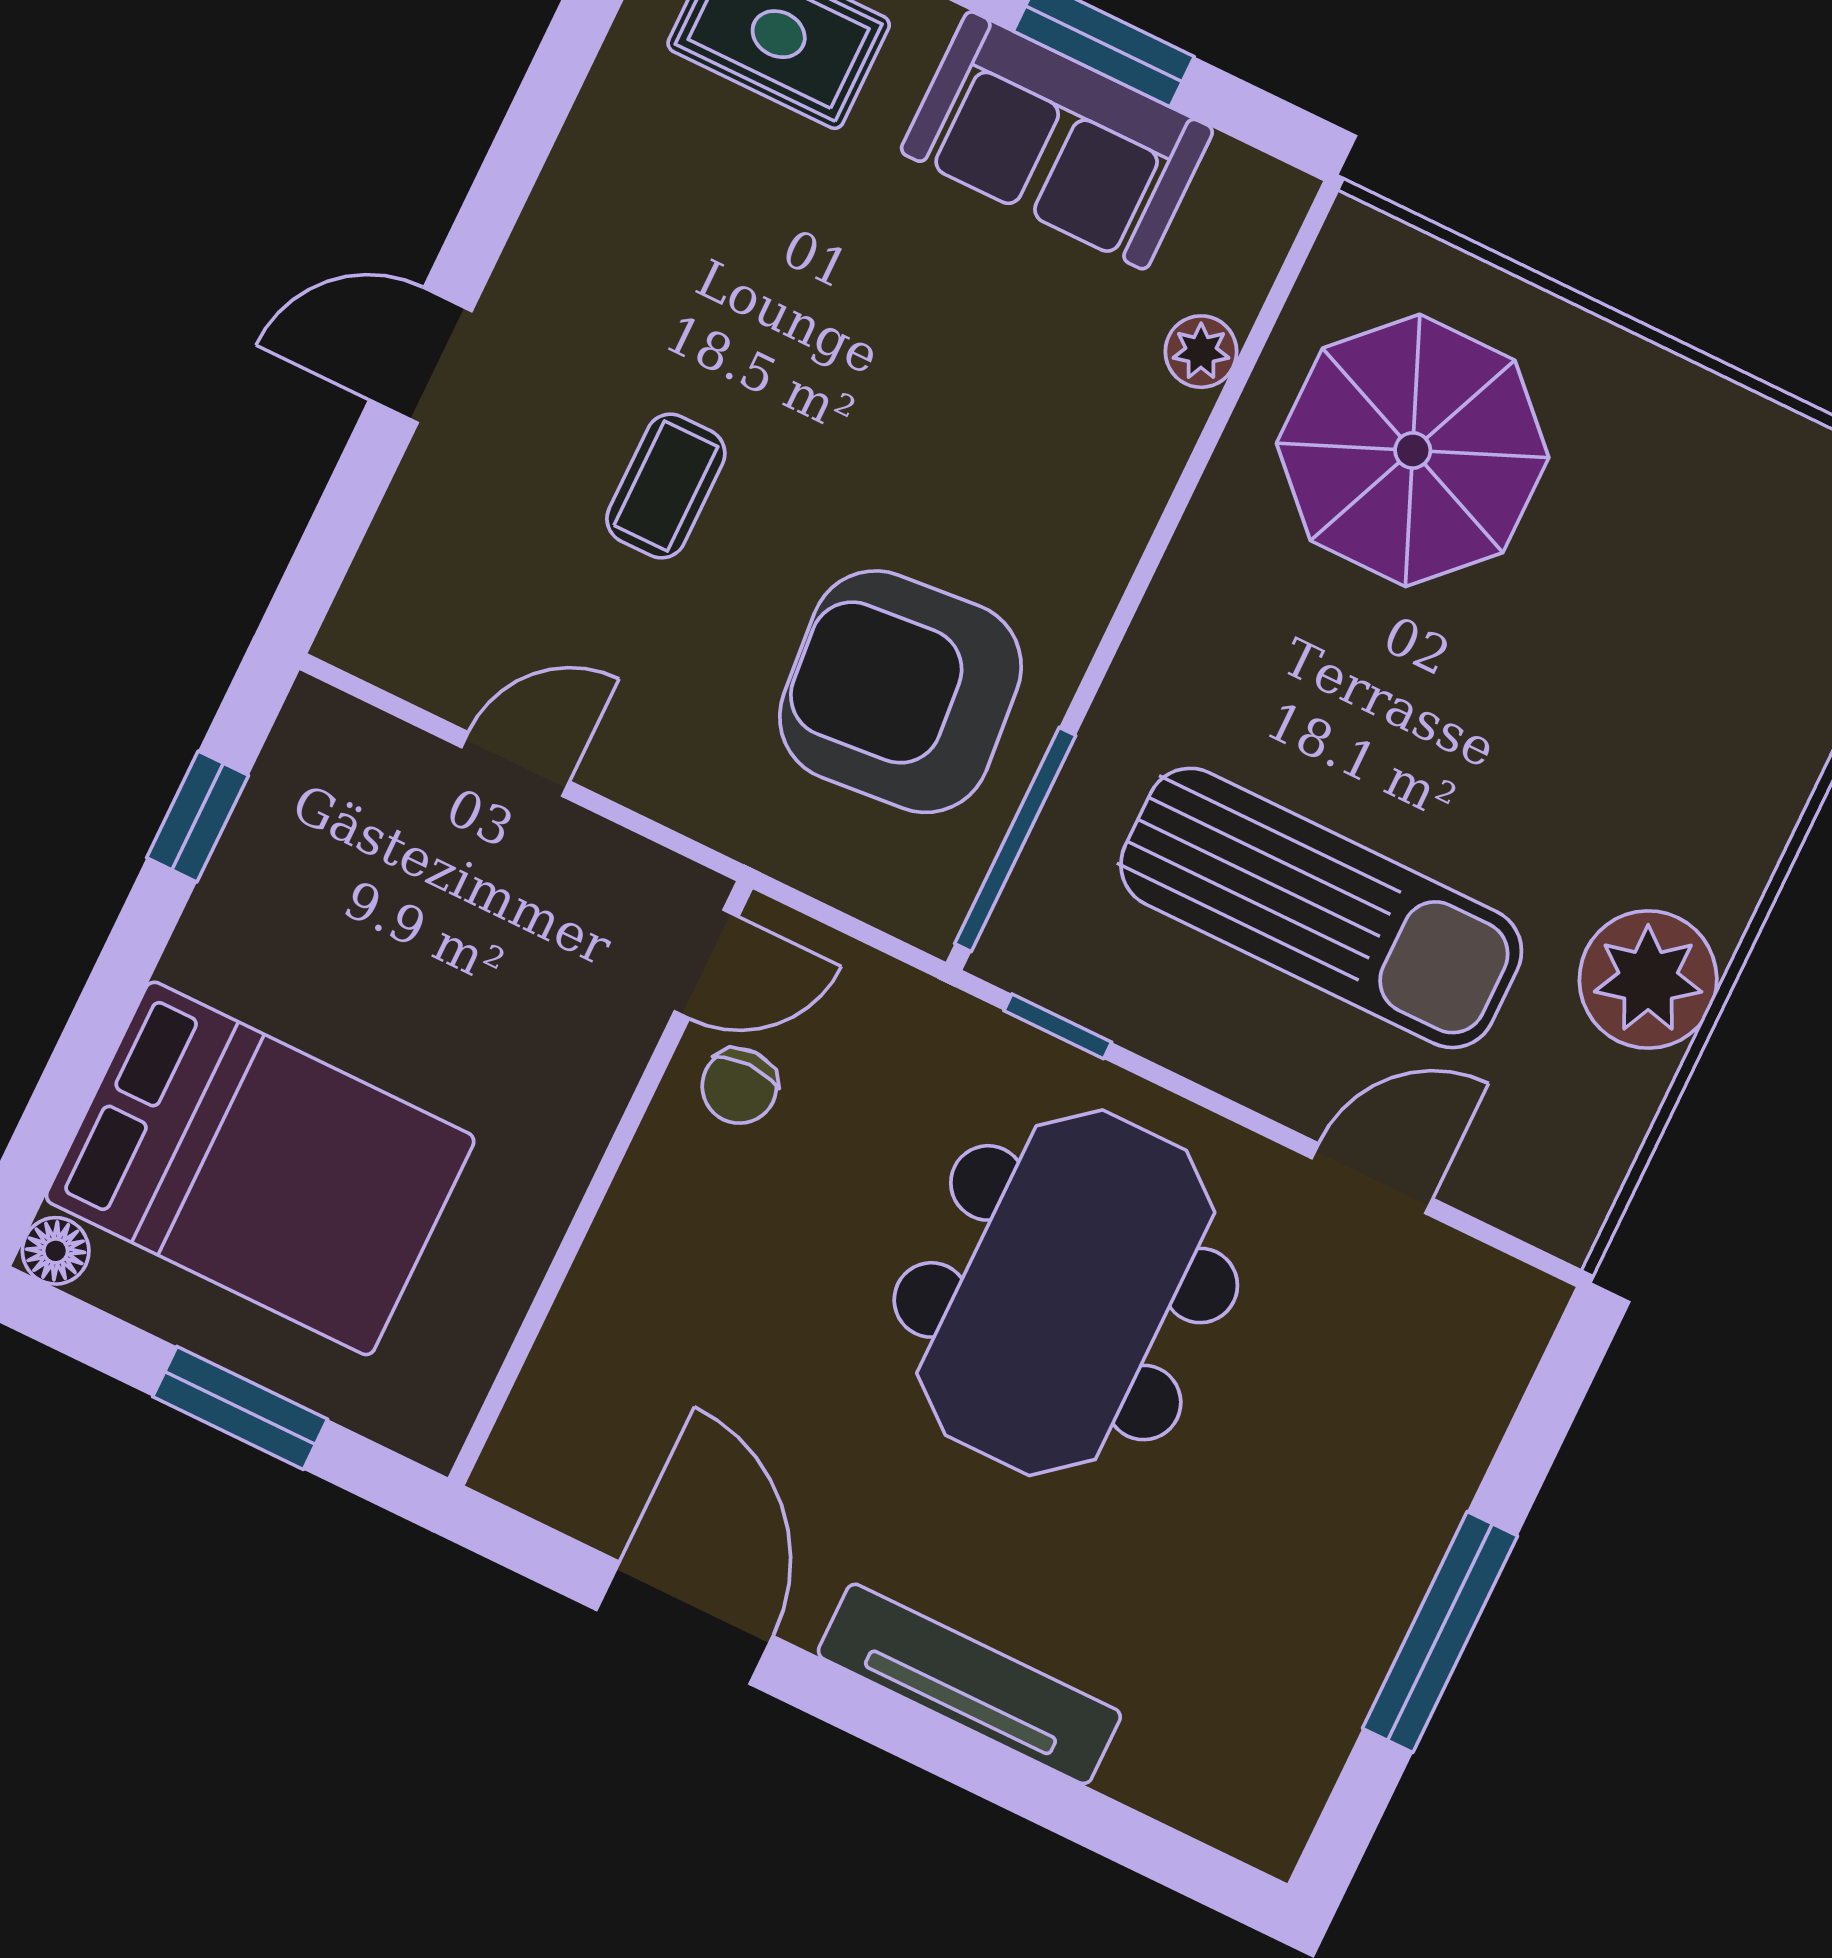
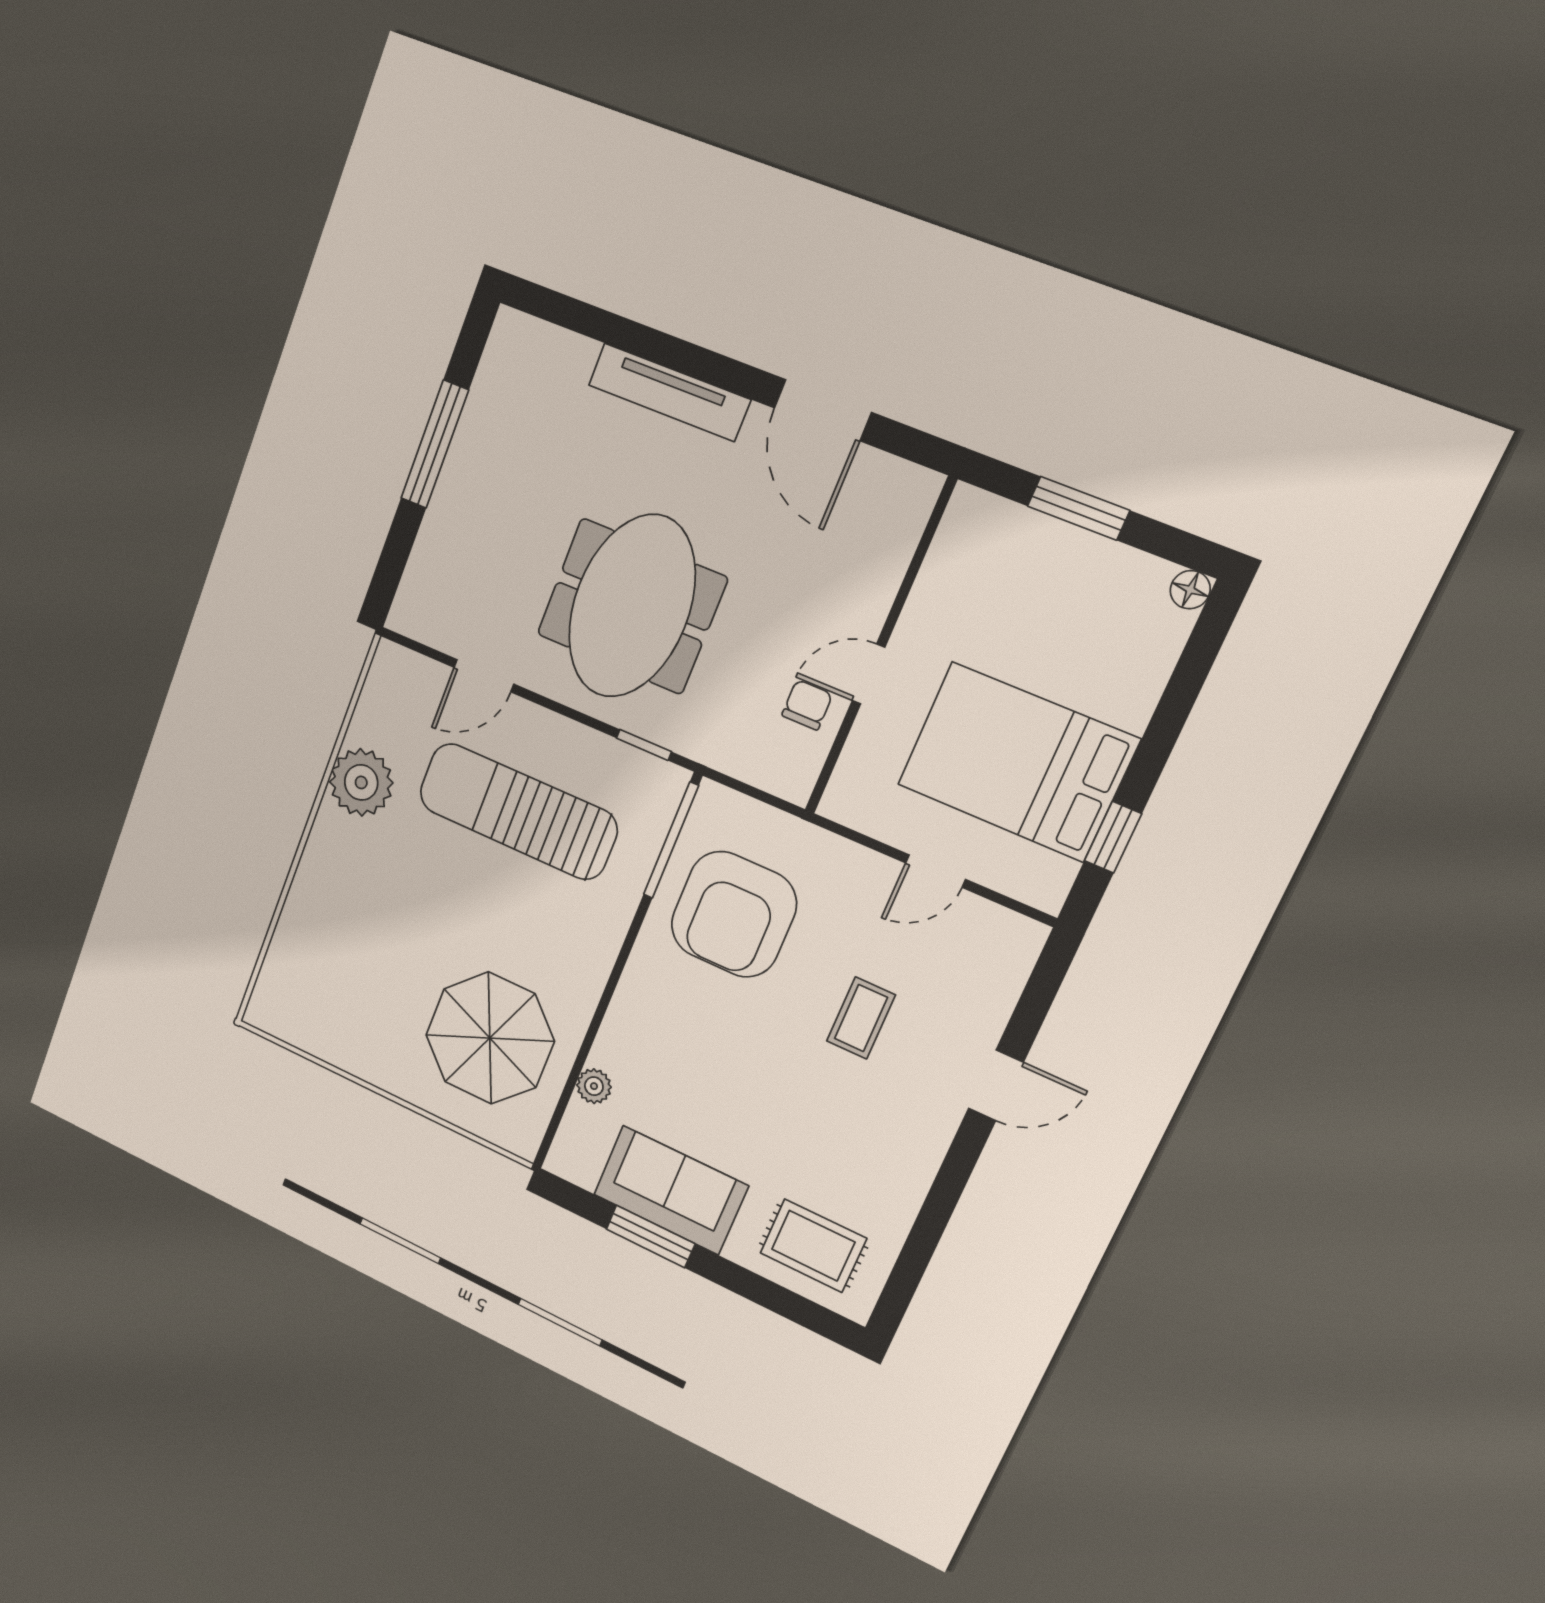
armchair: (900, 692) -> (734, 914), turned 95
door: (706, 964) -> (869, 674), moved
bed: (260, 1168) -> (1018, 762), moved

